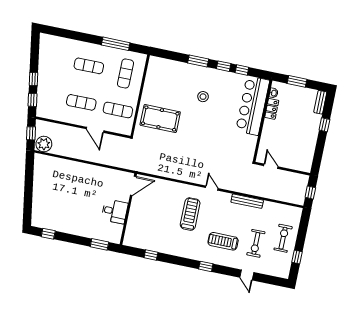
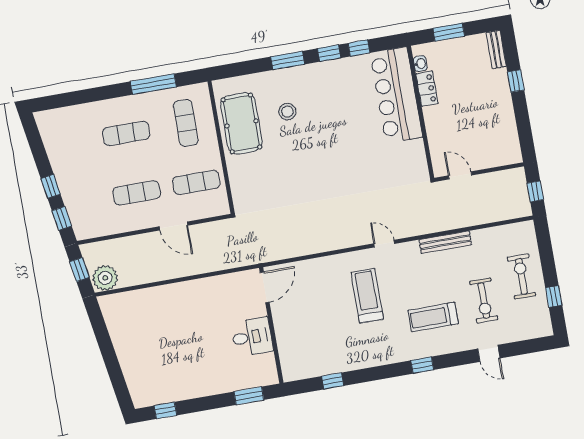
stool: (203, 97) -> (287, 112), moved
pool table: (160, 119) -> (241, 123), moved, turned 90

